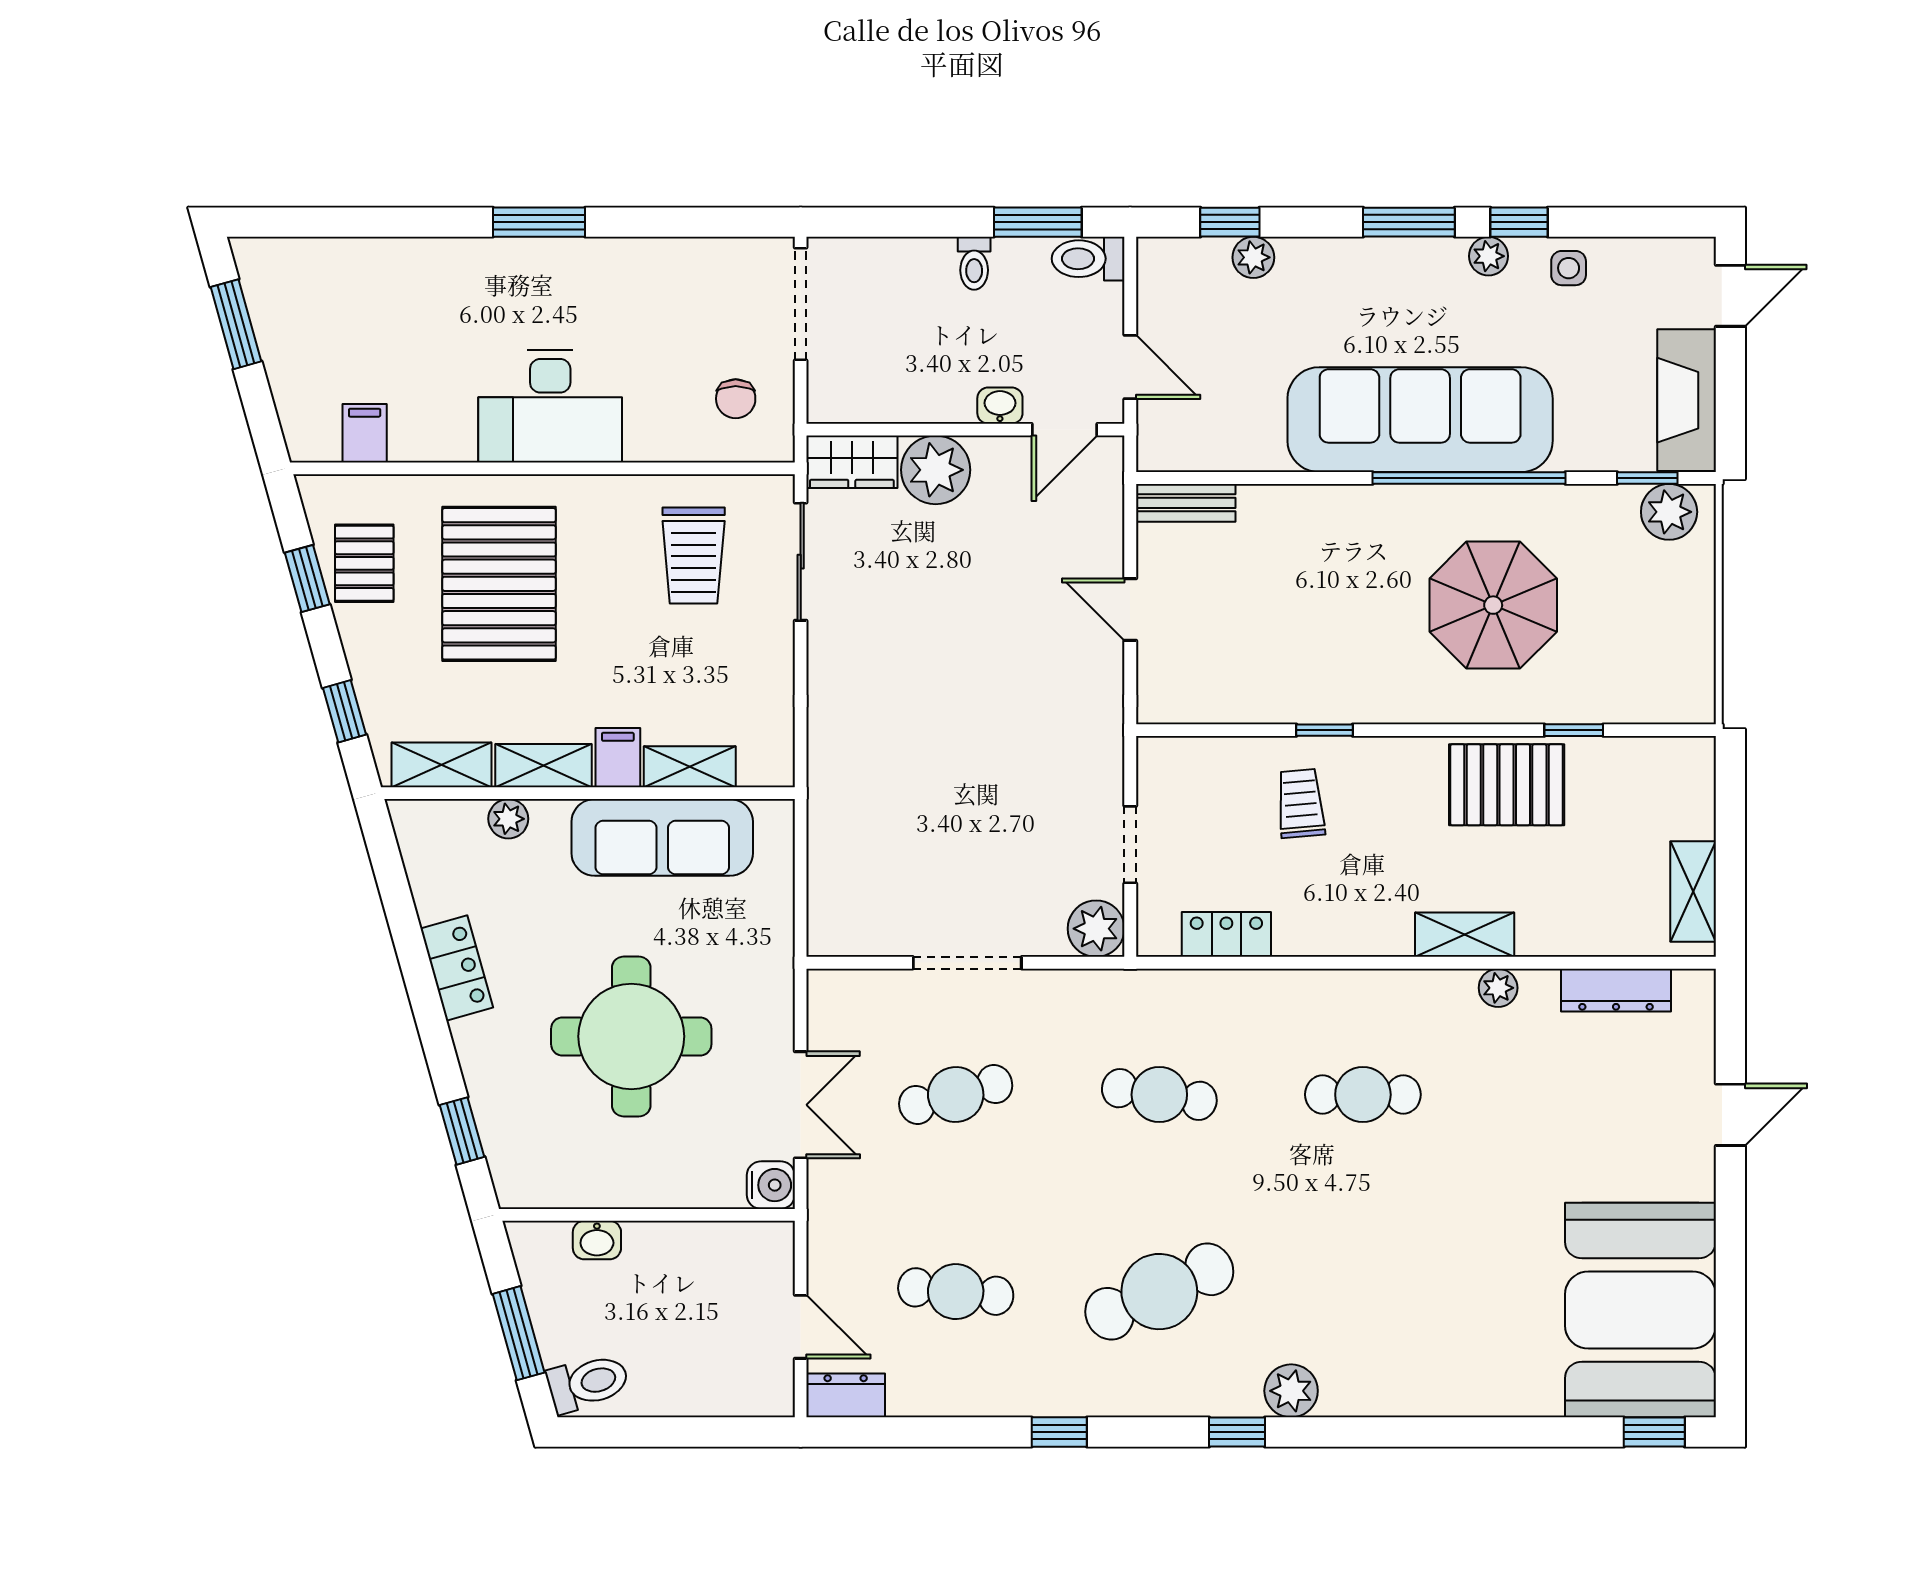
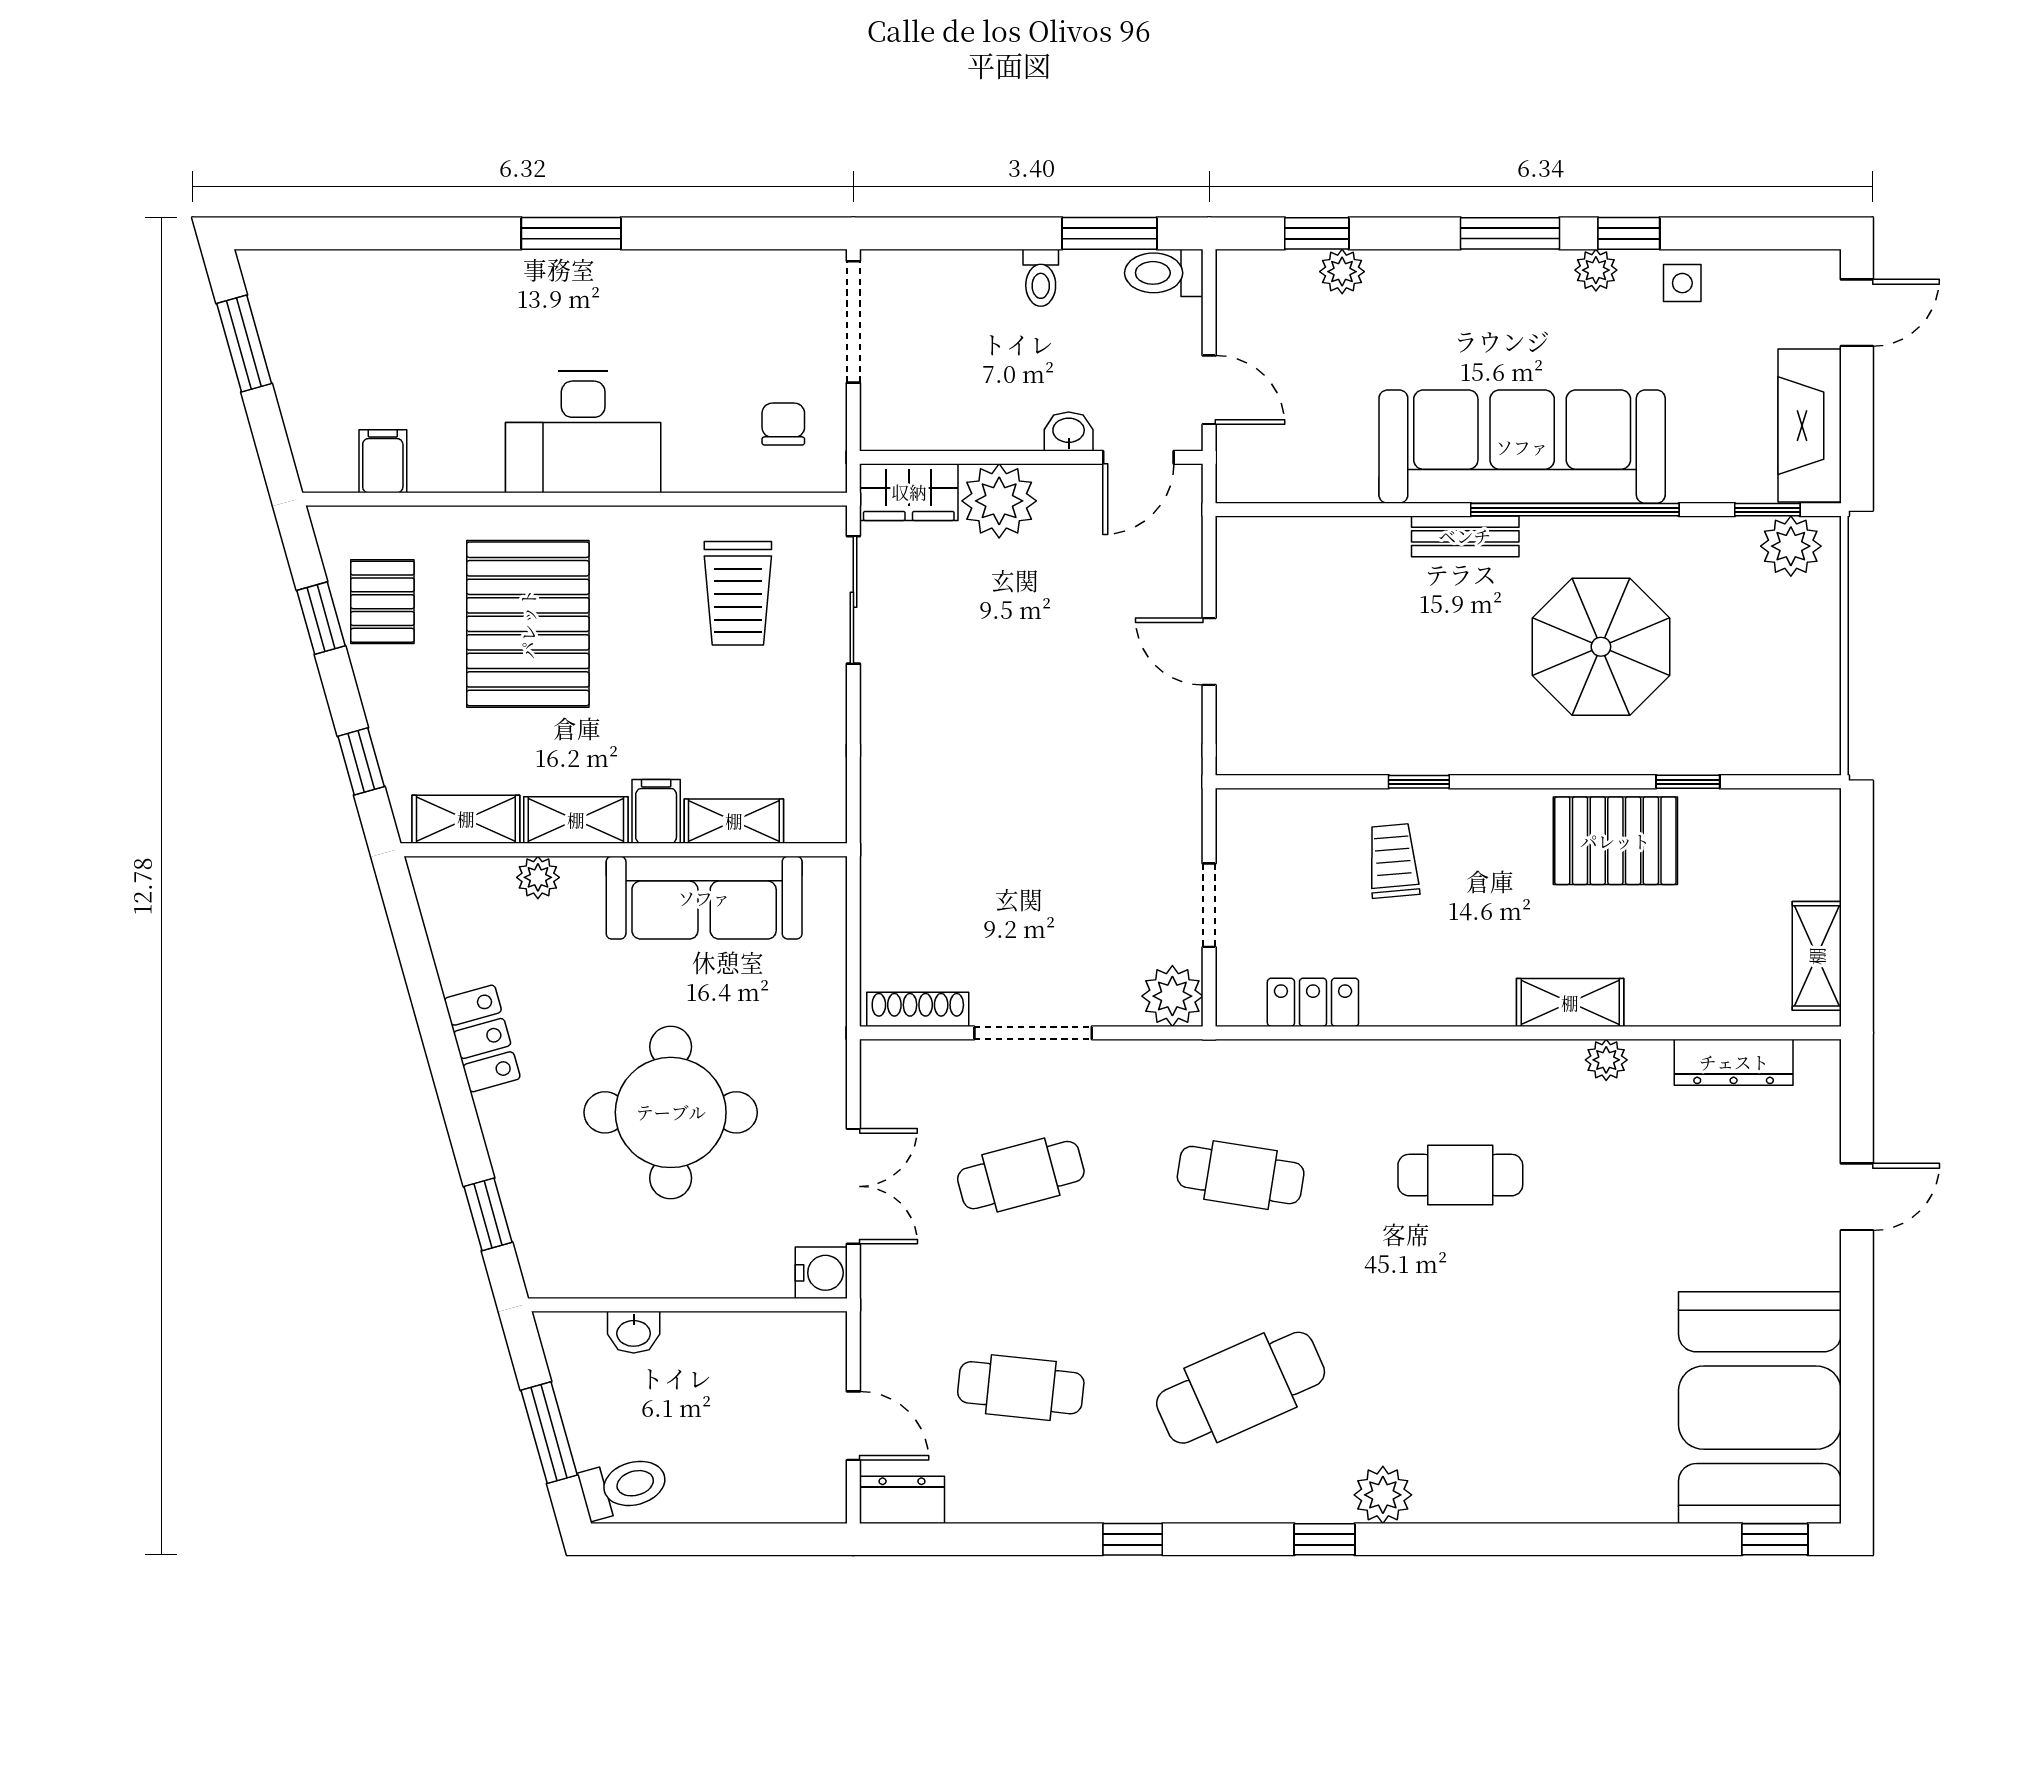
chair: (736, 399) -> (783, 424), turned 180
bench: (1186, 503) -> (1465, 536), moved
shoe rack: (860, 941) -> (918, 1009), added

